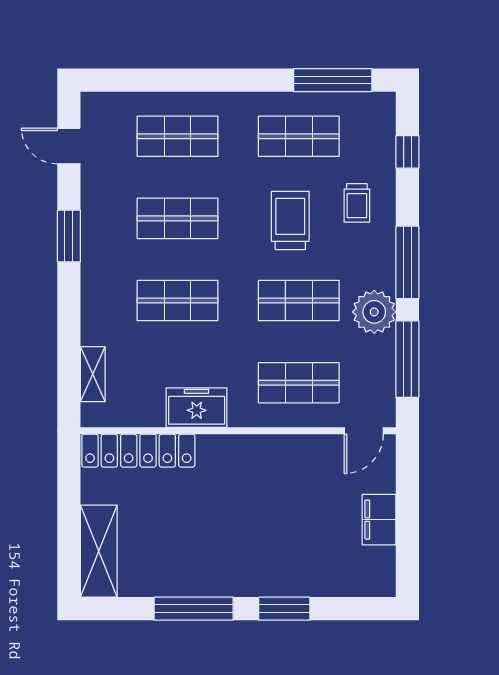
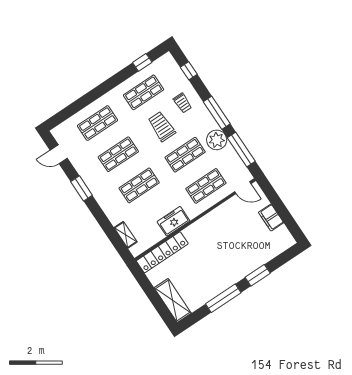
window: (333, 80) -> (142, 62), width x0.46
door: (364, 431) -> (243, 188), hinge flipped

